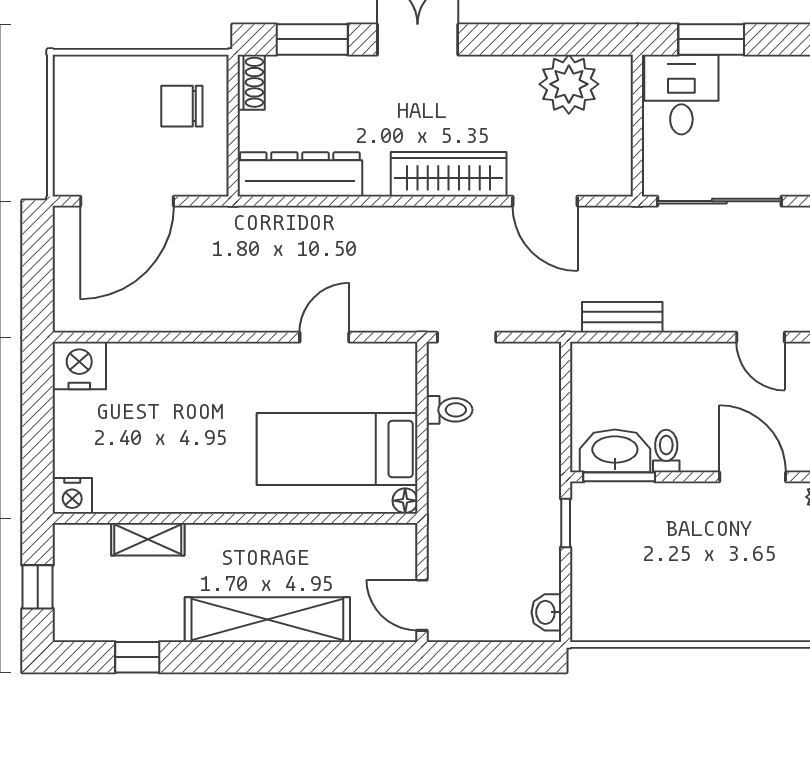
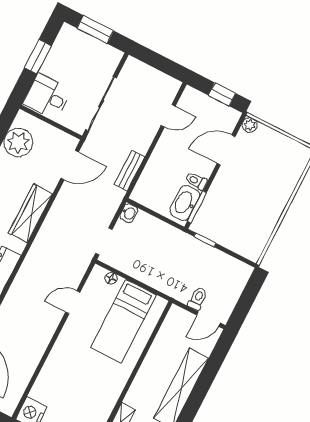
window: (711, 39) -> (38, 57), moved
door: (545, 201) -> (70, 165), moved
door: (324, 337) -> (73, 302), hinge flipped
toilet: (449, 410) -> (198, 299), moved
floor lamp: (405, 501) -> (111, 278), moved
washbasin: (546, 612) -> (129, 213), moved, turned -90

